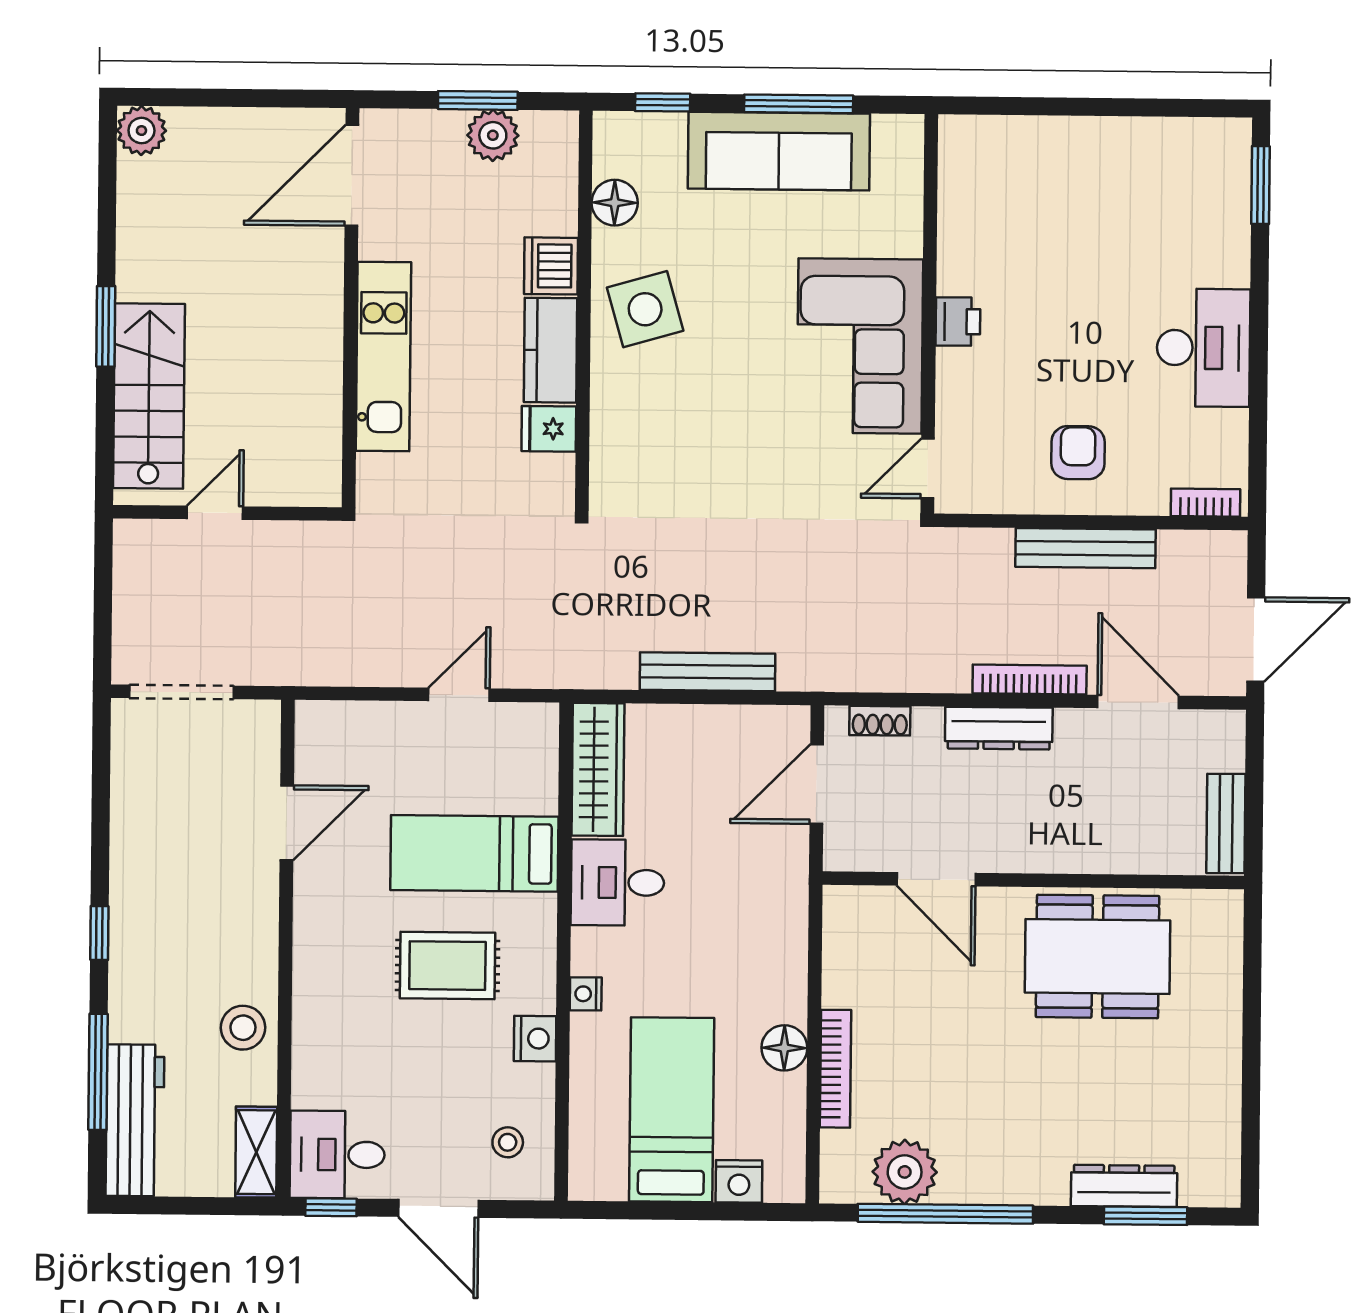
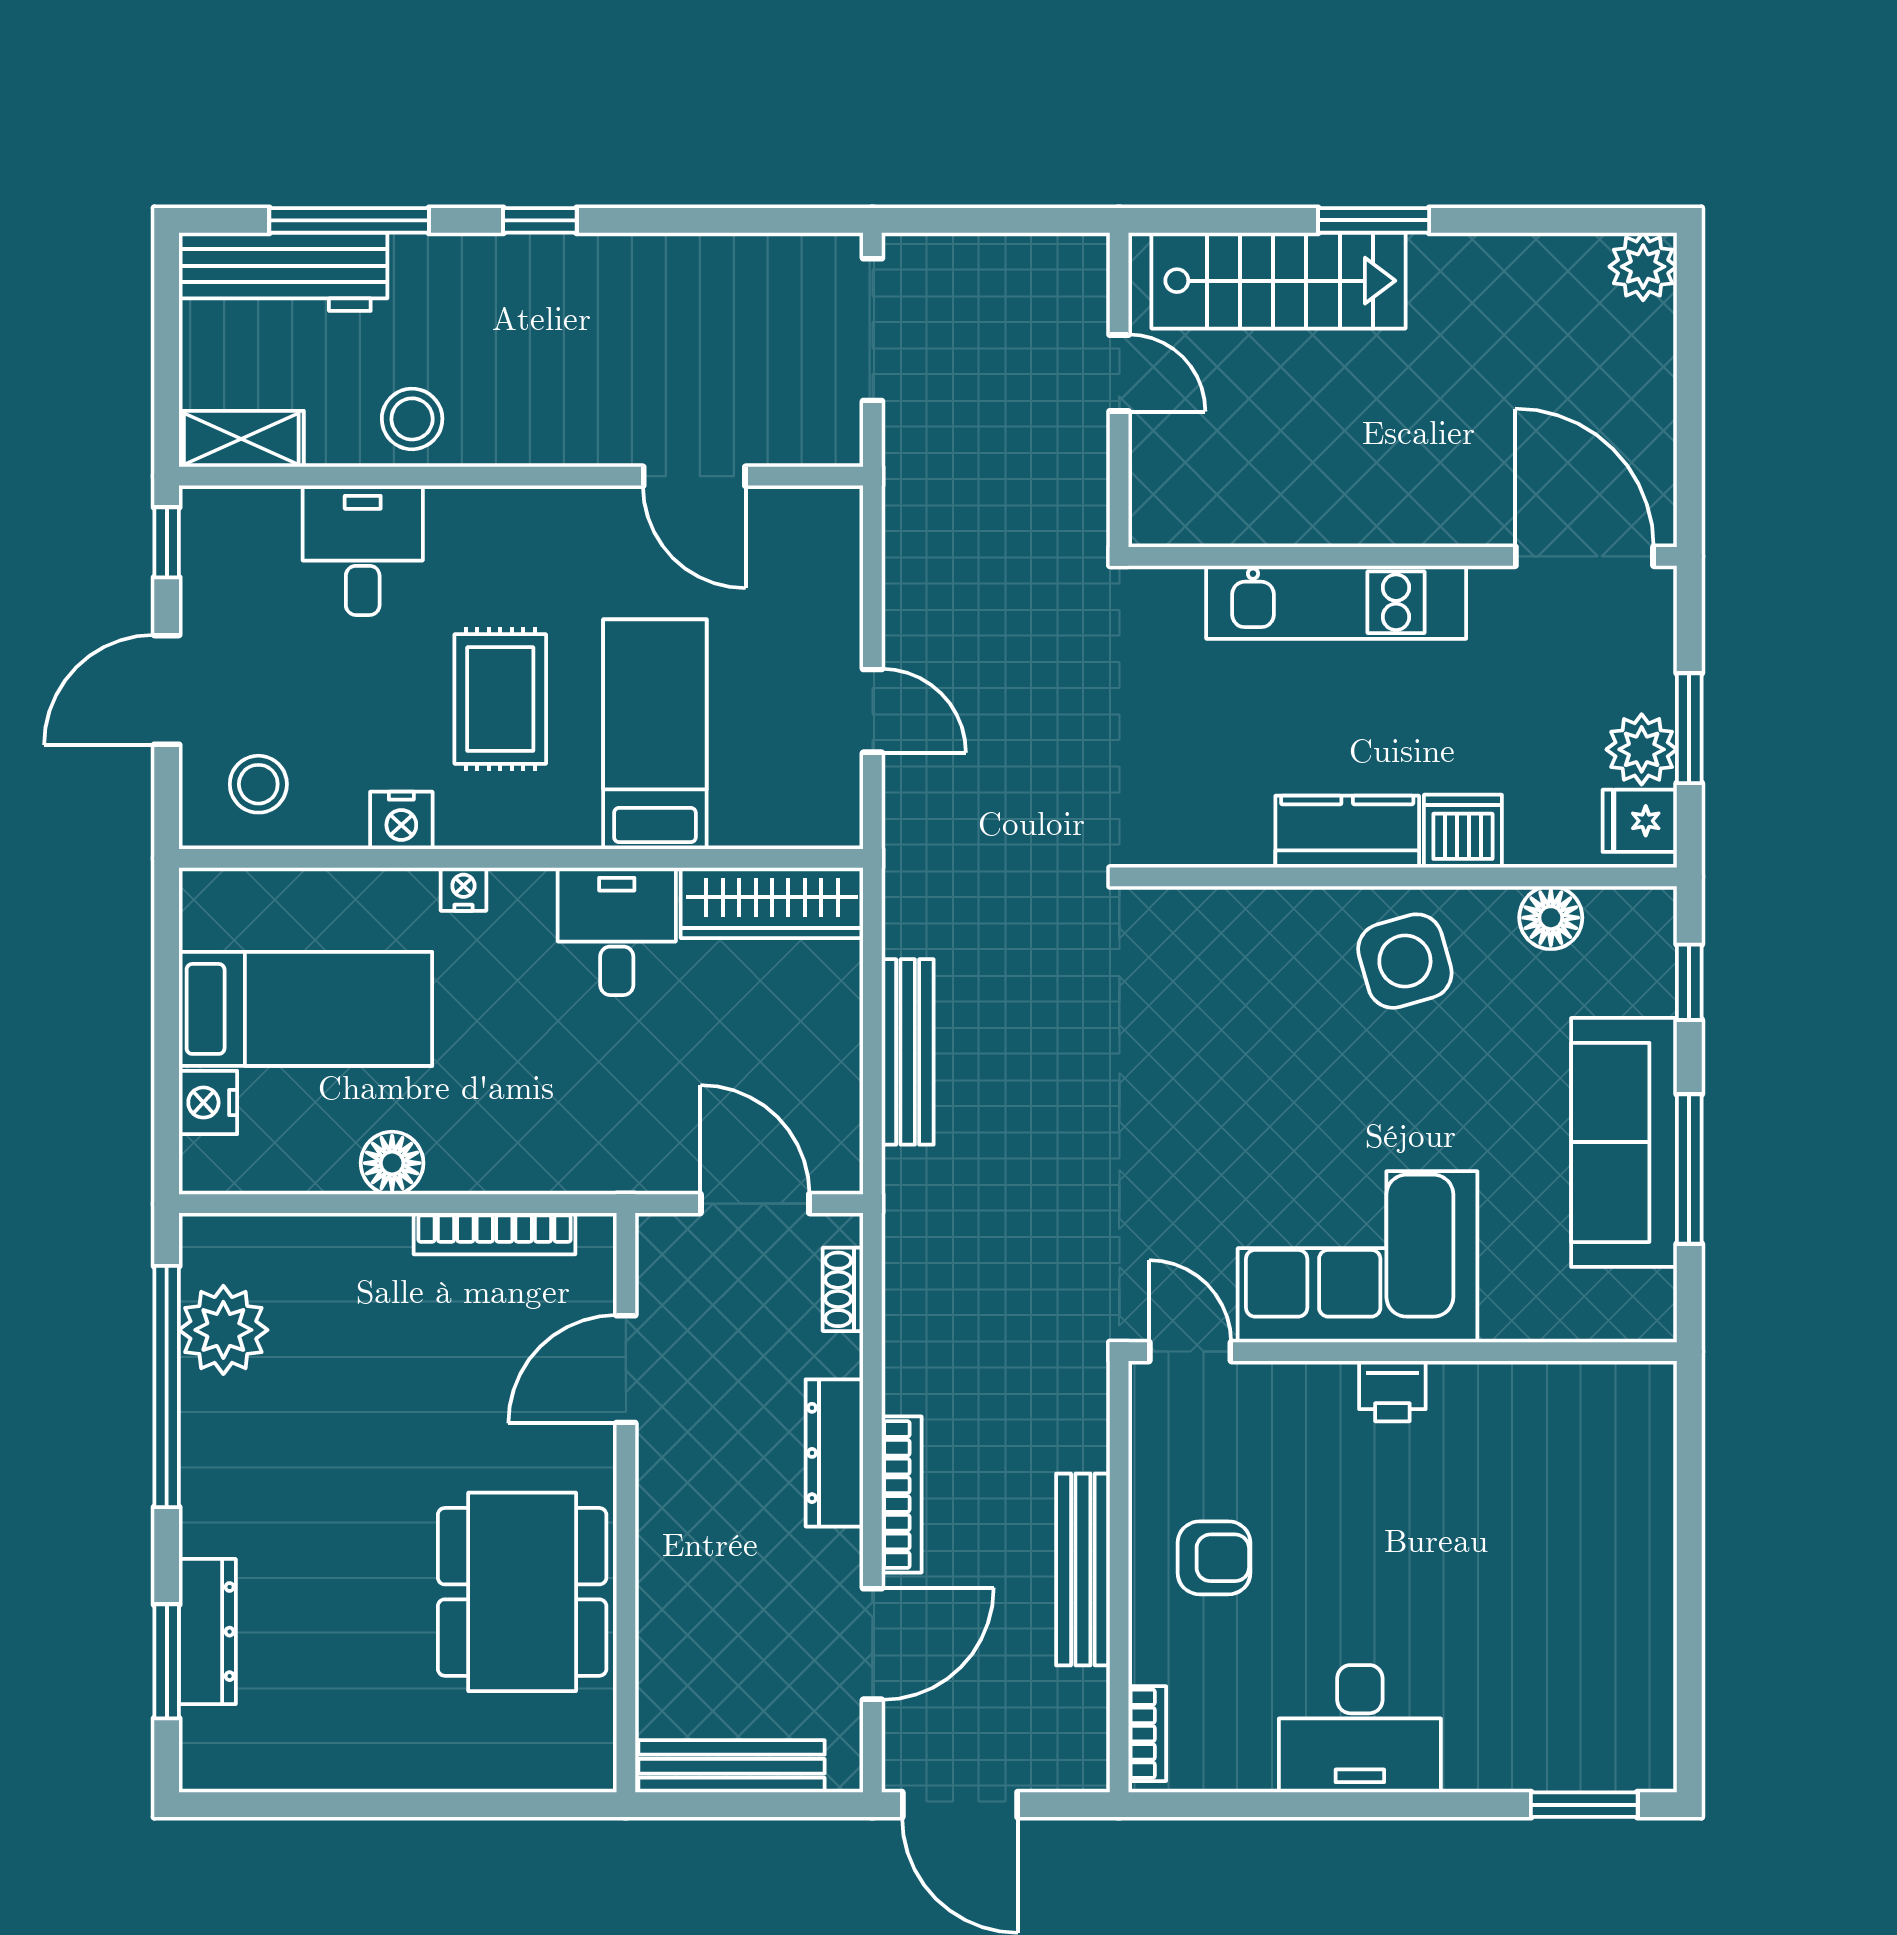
fridge: (549, 429) -> (1640, 821), moved, turned -90
bench: (1226, 824) -> (732, 1766), width x1.36
bookcase: (836, 1069) -> (494, 1234), moved
stool: (508, 1142) -> (258, 784), width x1.37, depth x1.37
desk: (337, 1155) -> (363, 550), moved

